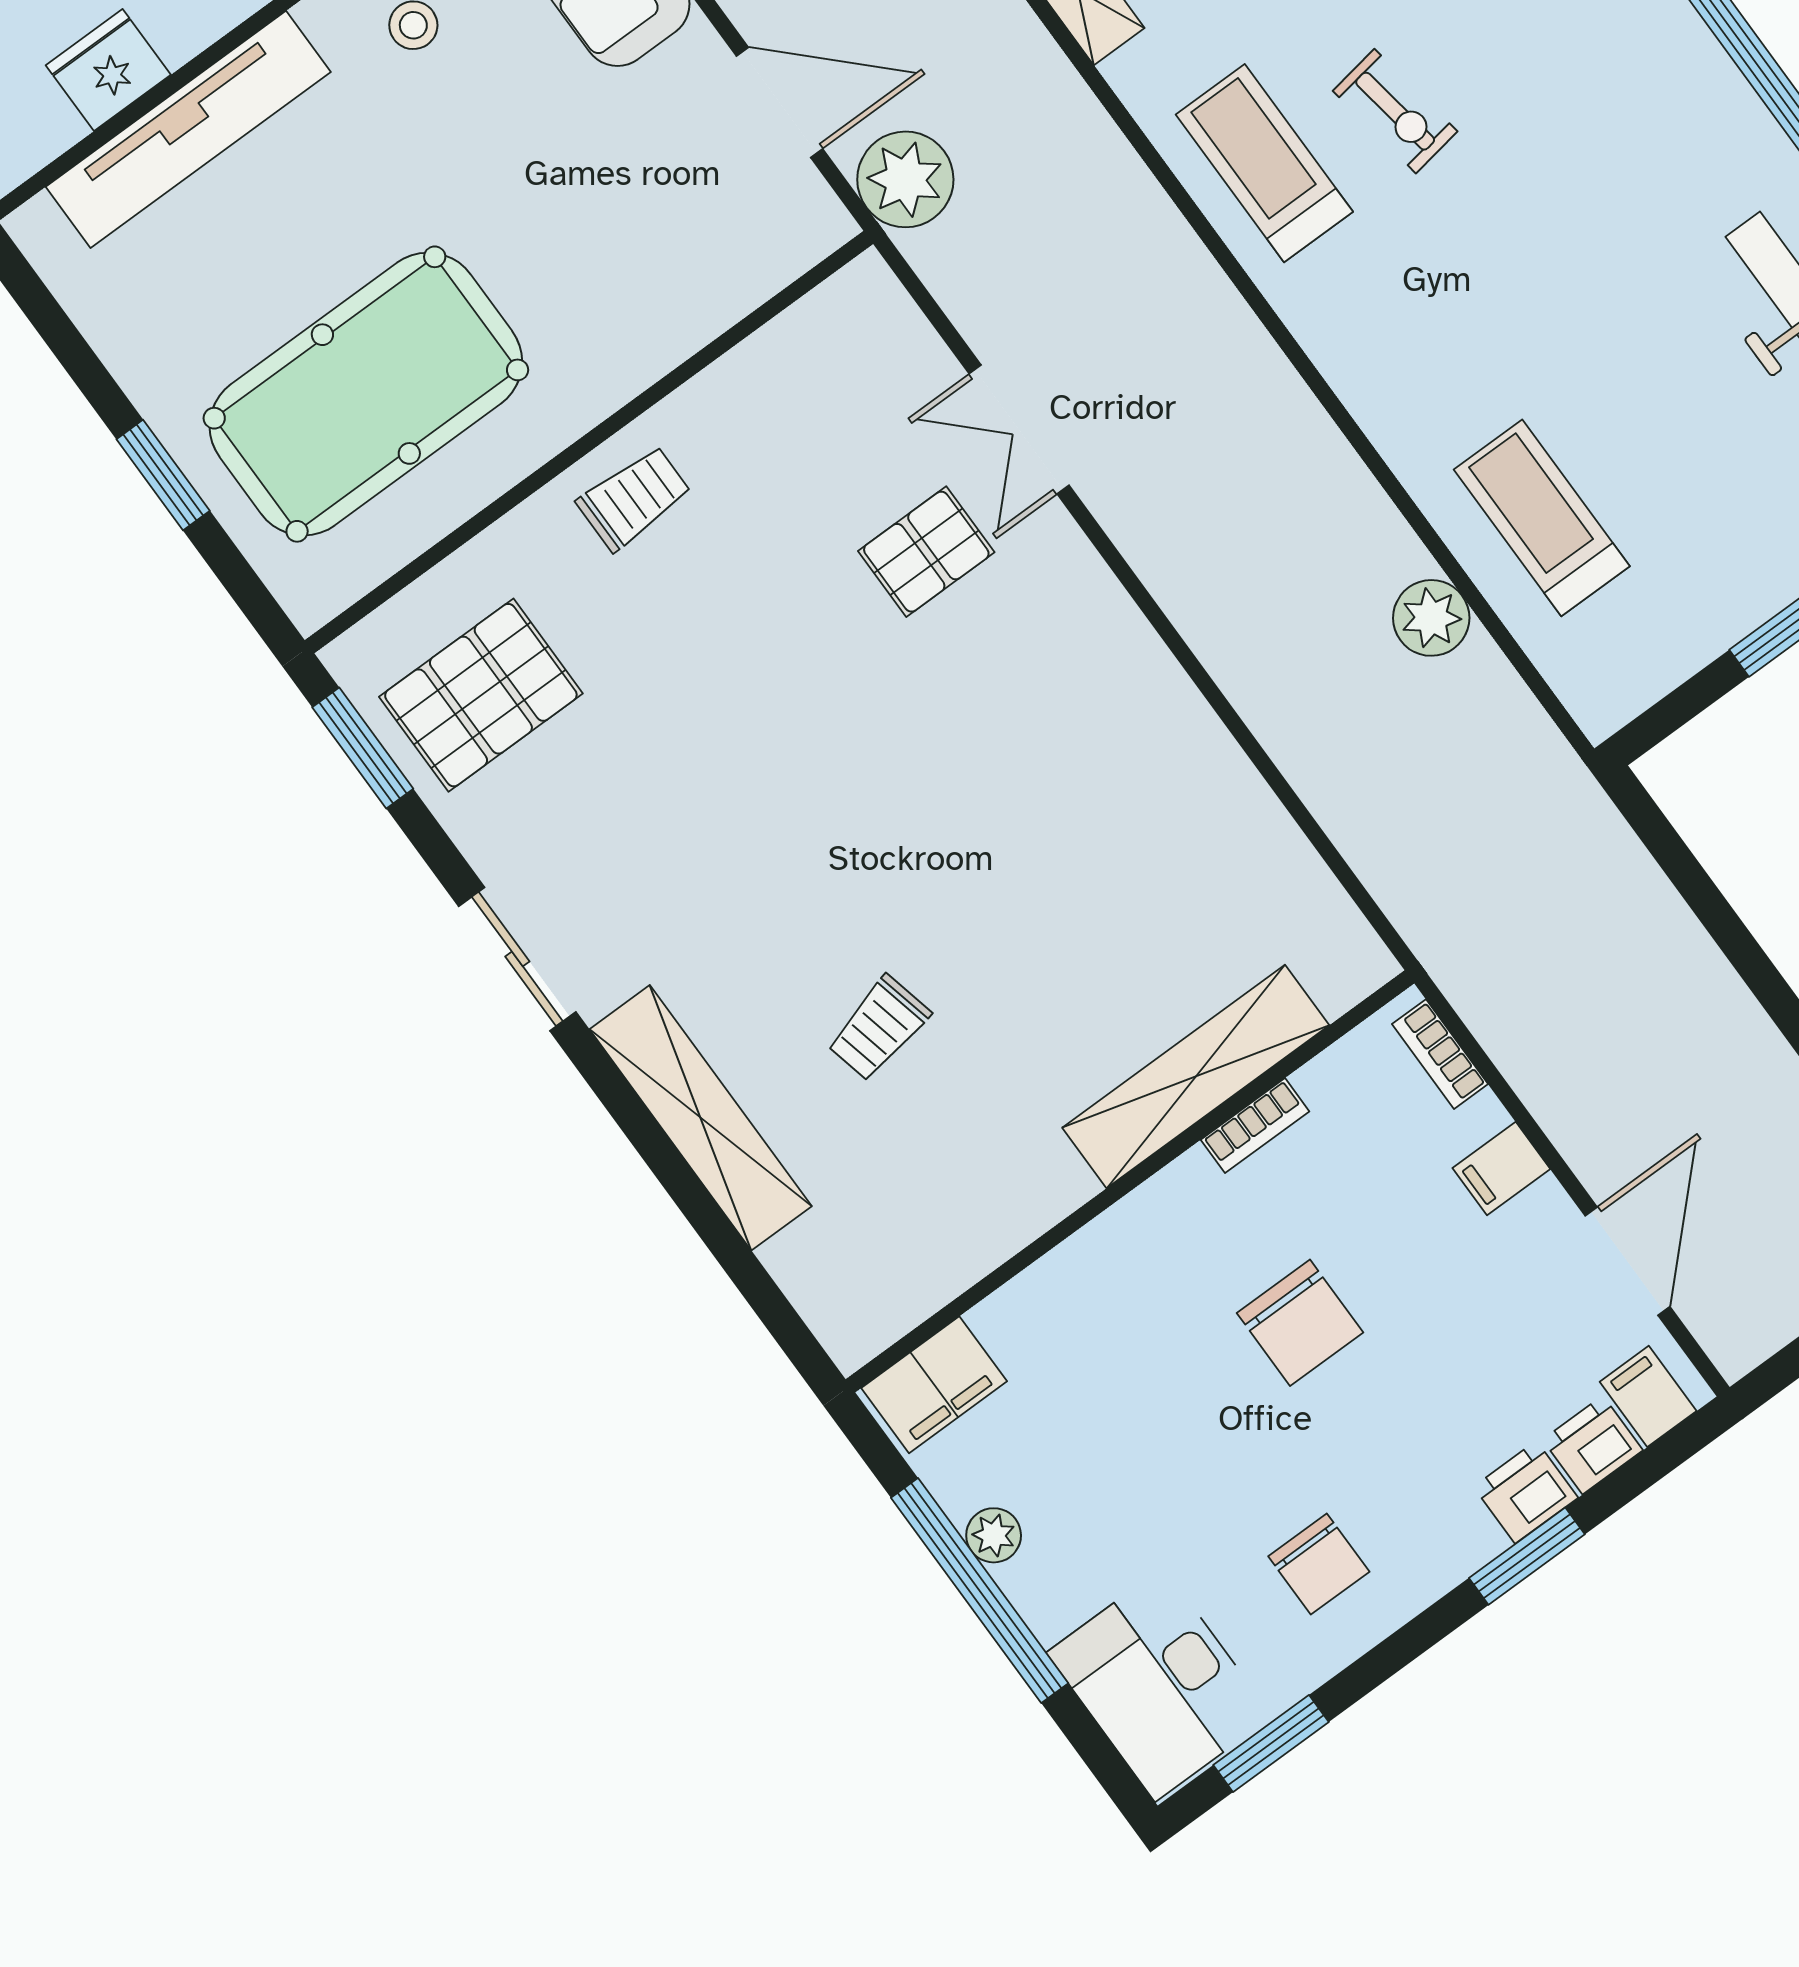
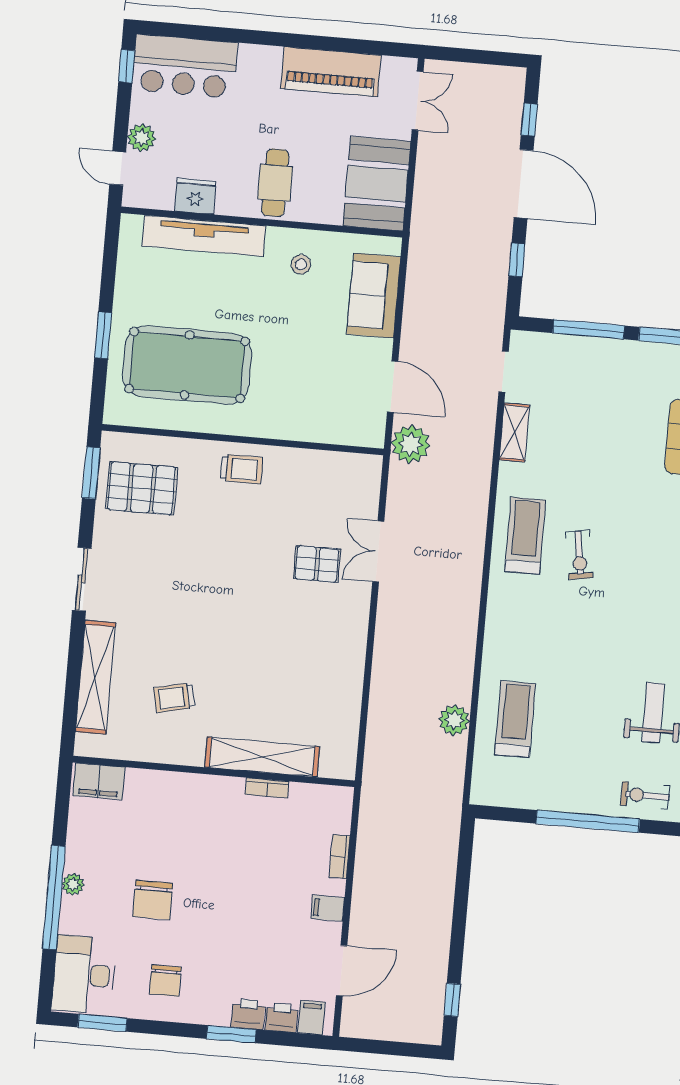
shelving: (1196, 1076) -> (262, 757), moved
bookcase: (1255, 1126) -> (267, 788), moved
wall: (1130, 1181) -> (214, 771), moved
chair: (1300, 1323) -> (153, 900), moved
filing cabinet: (934, 1385) -> (99, 781), moved

